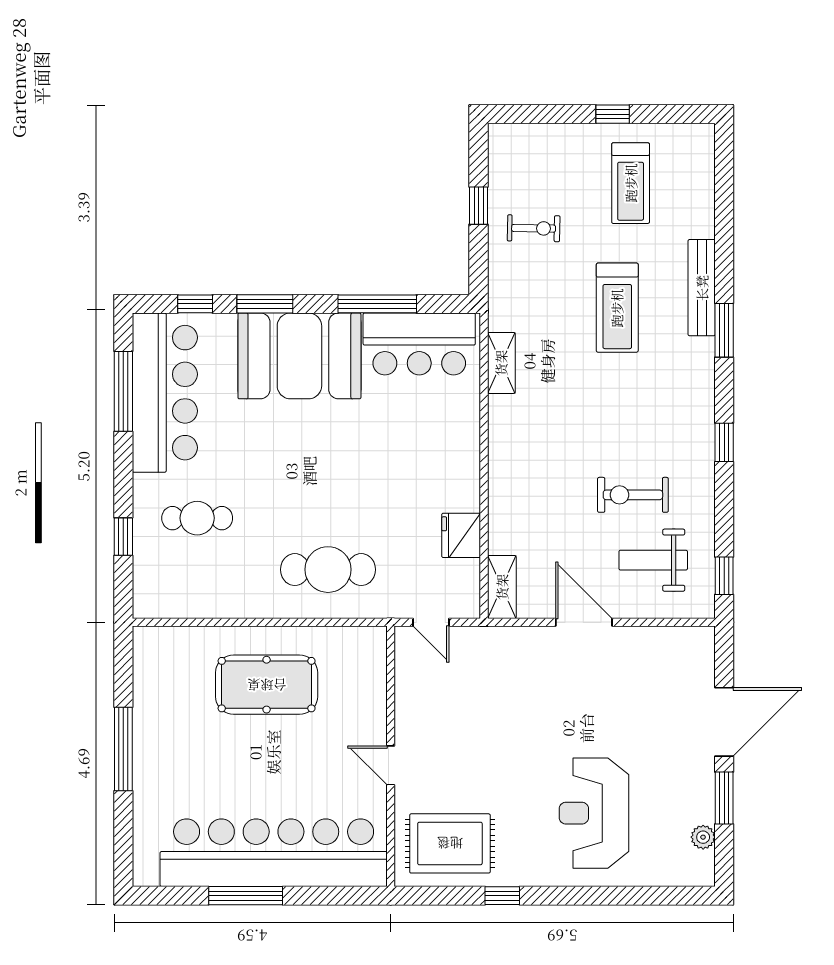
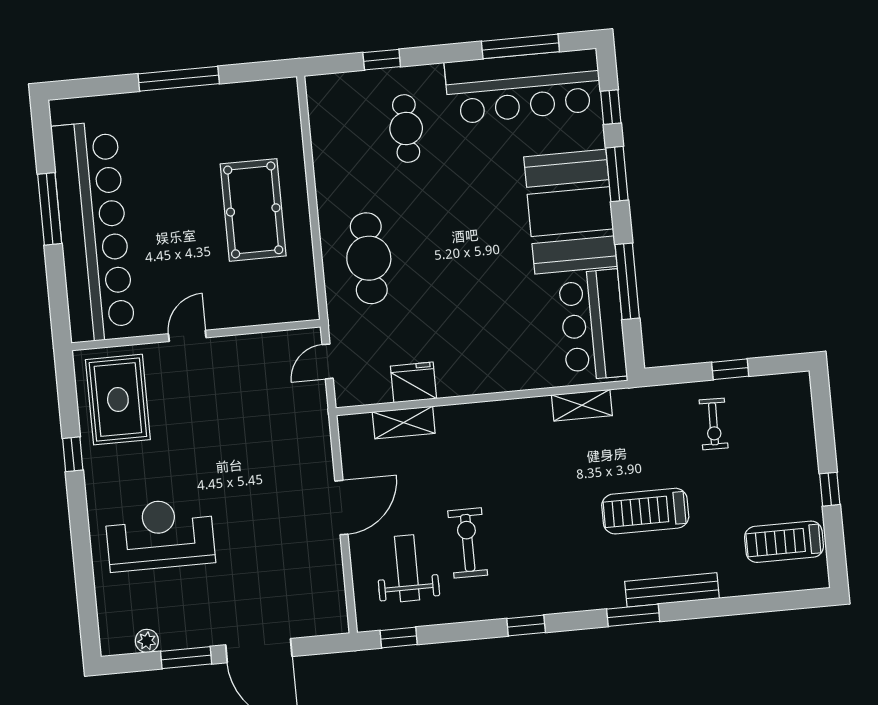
treadmill: (631, 183) -> (784, 542), moved
shelving: (502, 587) -> (404, 423), moved

